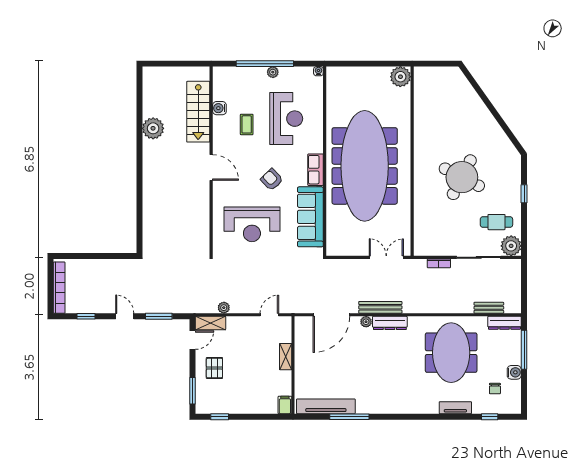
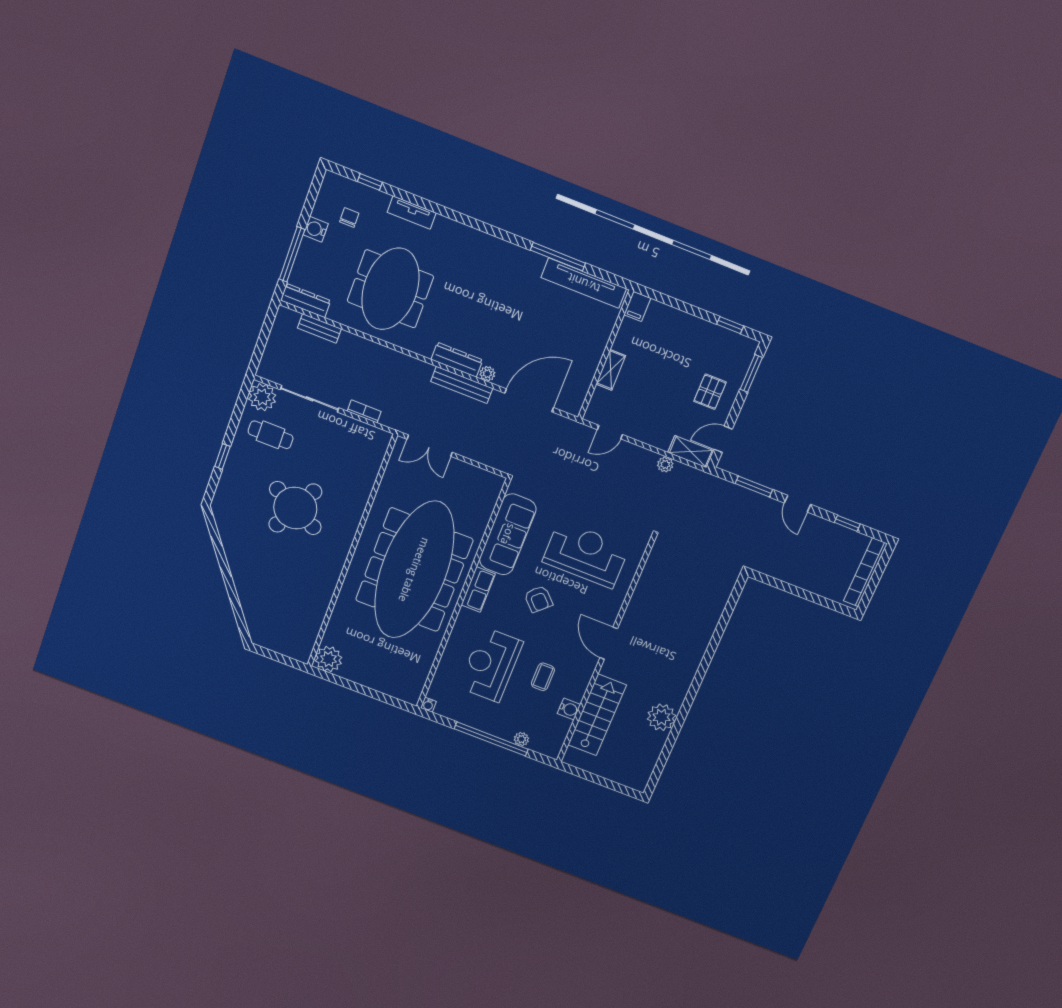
plant: (273, 72) -> (521, 739), moved

